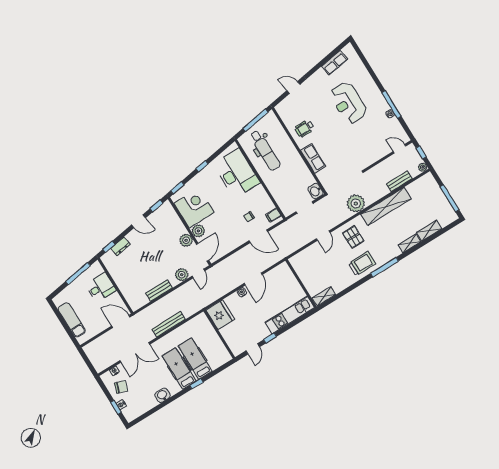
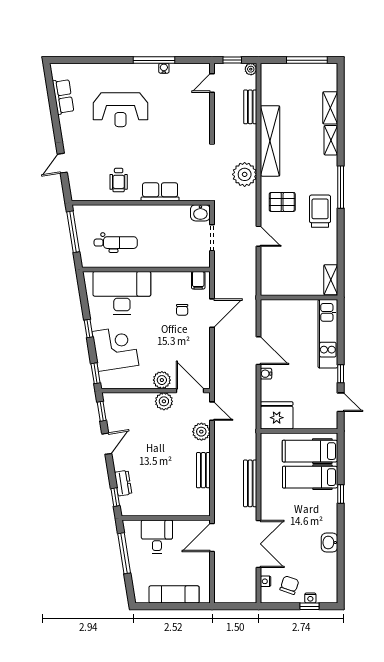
dental chair: (265, 150) -> (116, 243), width x0.73, depth x0.72
corner desk: (194, 208) -> (115, 348), moved, turned 81
hospital bed: (179, 368) -> (310, 451), moved

